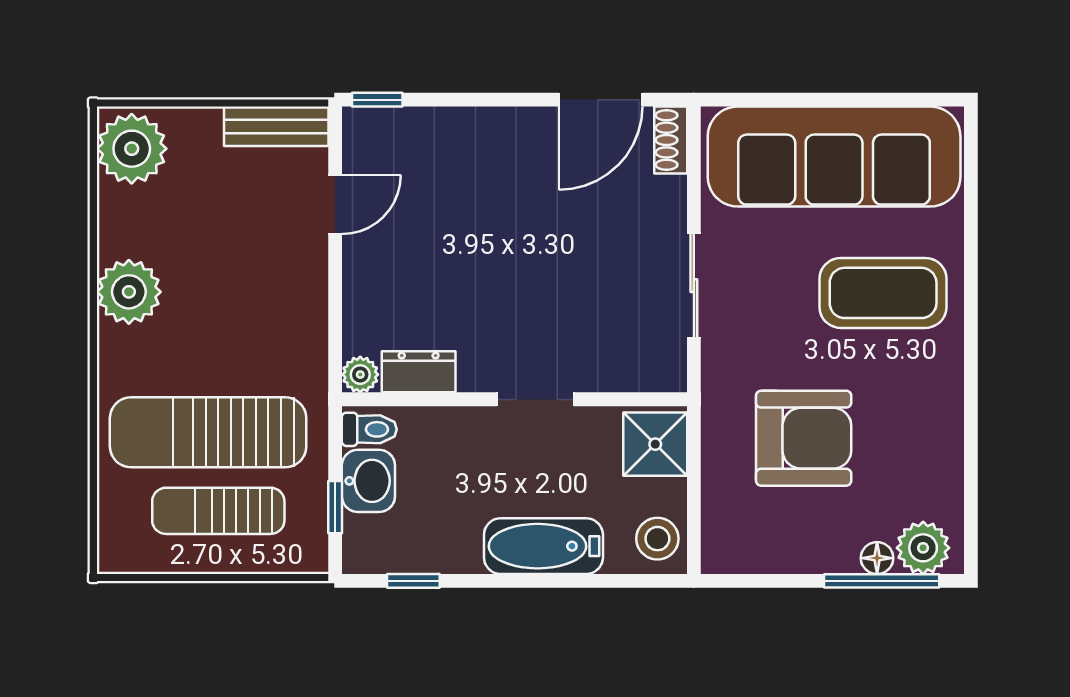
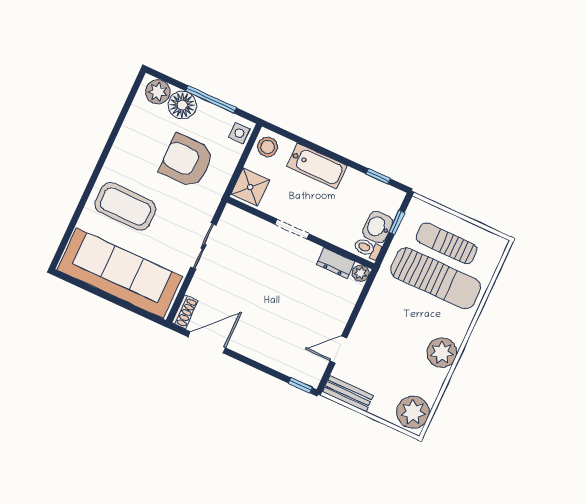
sun lounger: (218, 511) -> (447, 243), turned 180
side table: (725, 540) -> (239, 133), added
floor lamp: (877, 558) -> (182, 105), width x1.89, depth x1.89
window: (882, 581) -> (211, 99), moved

